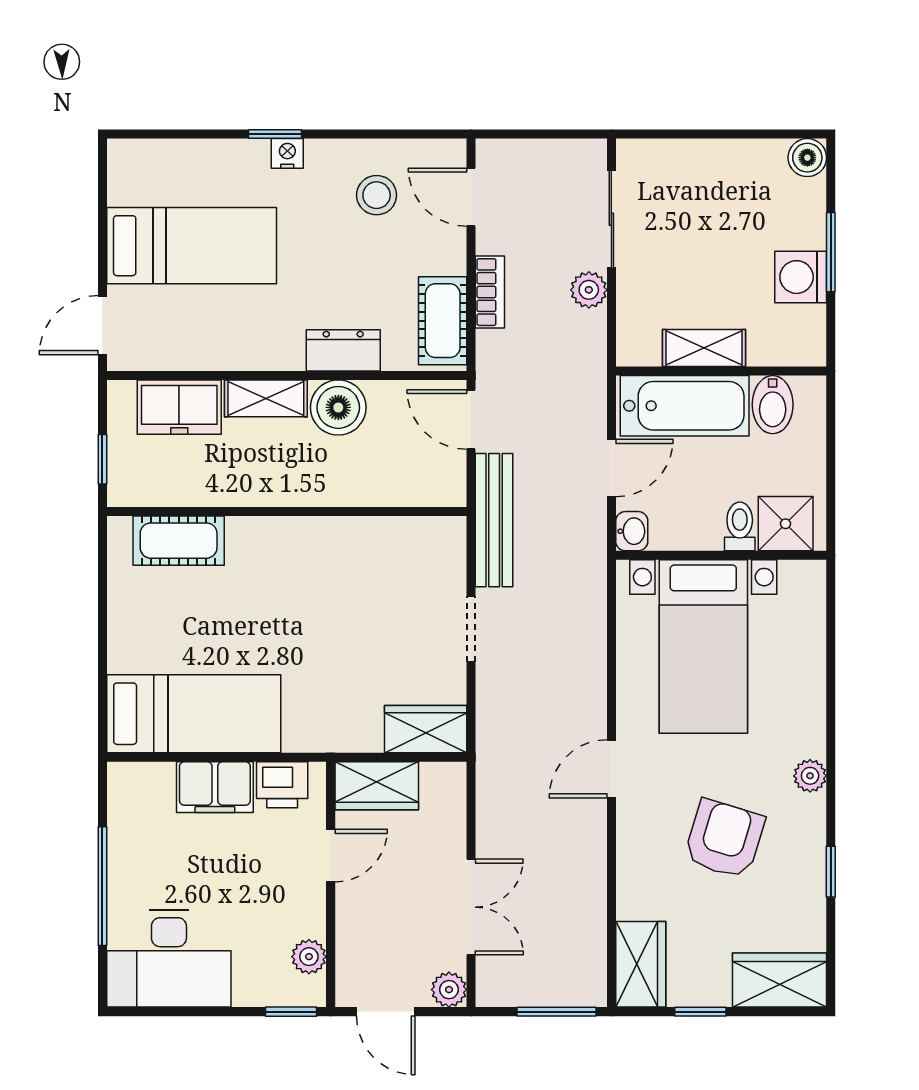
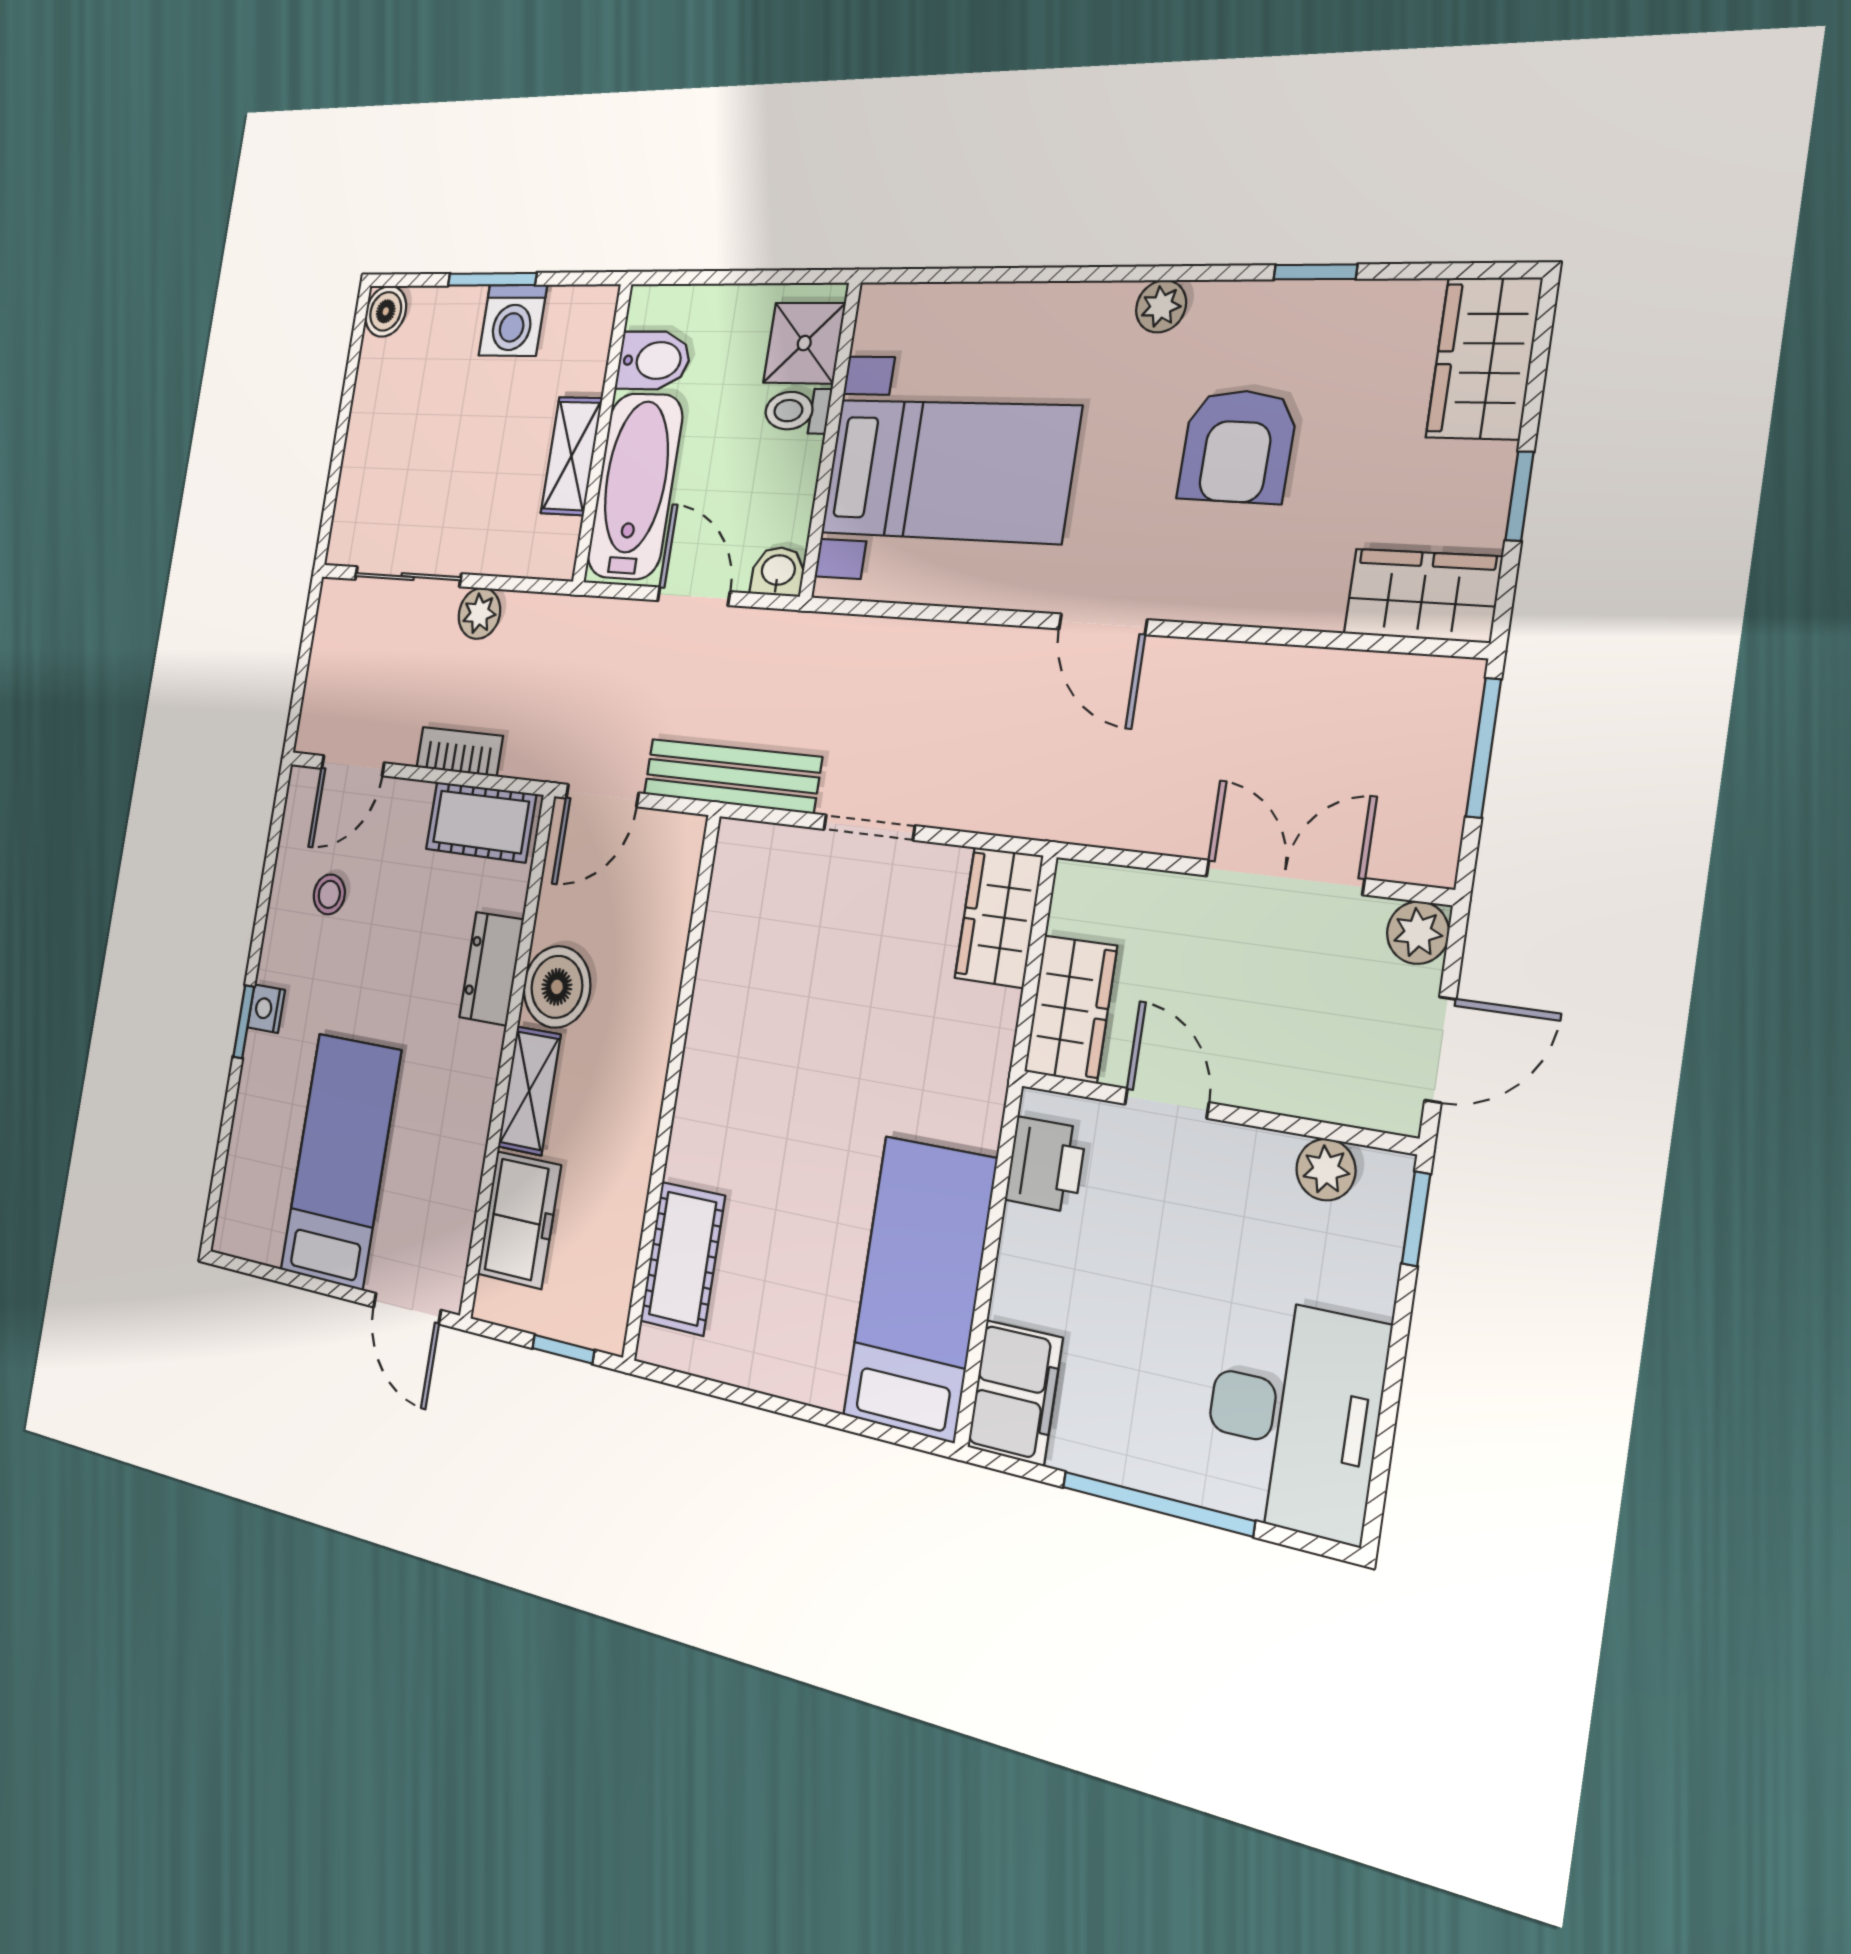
stool: (377, 195) -> (329, 894), width x0.73, depth x0.73
filing cabinet: (215, 787) -> (1015, 1393), moved
armchair: (724, 839) -> (1237, 446), turned -106

